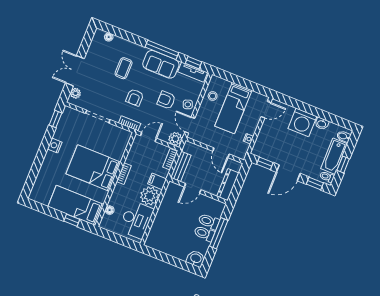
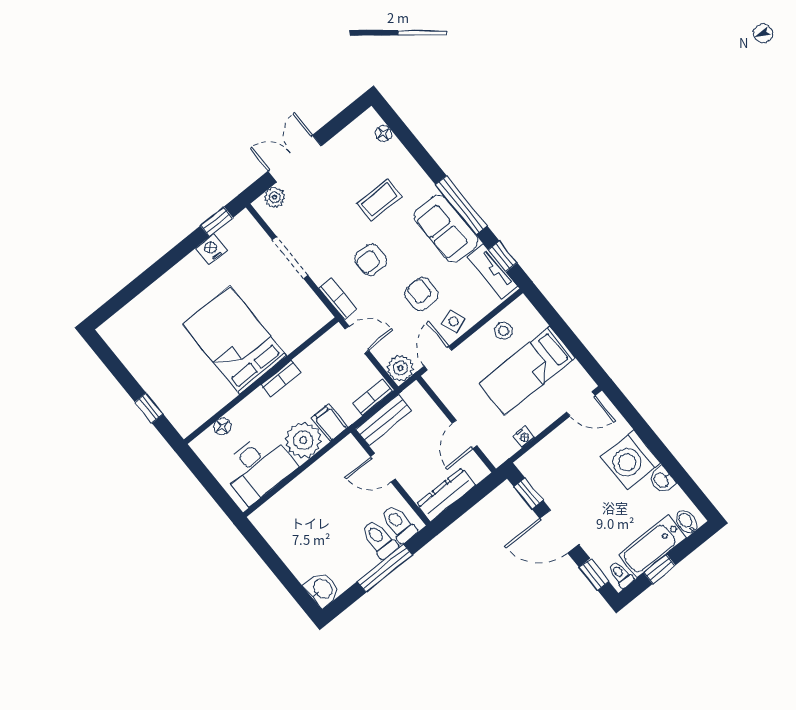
nightstand: (55, 146) -> (212, 249), moved
bed: (76, 205) -> (170, 387), removed
toilet: (204, 233) -> (399, 524), moved

